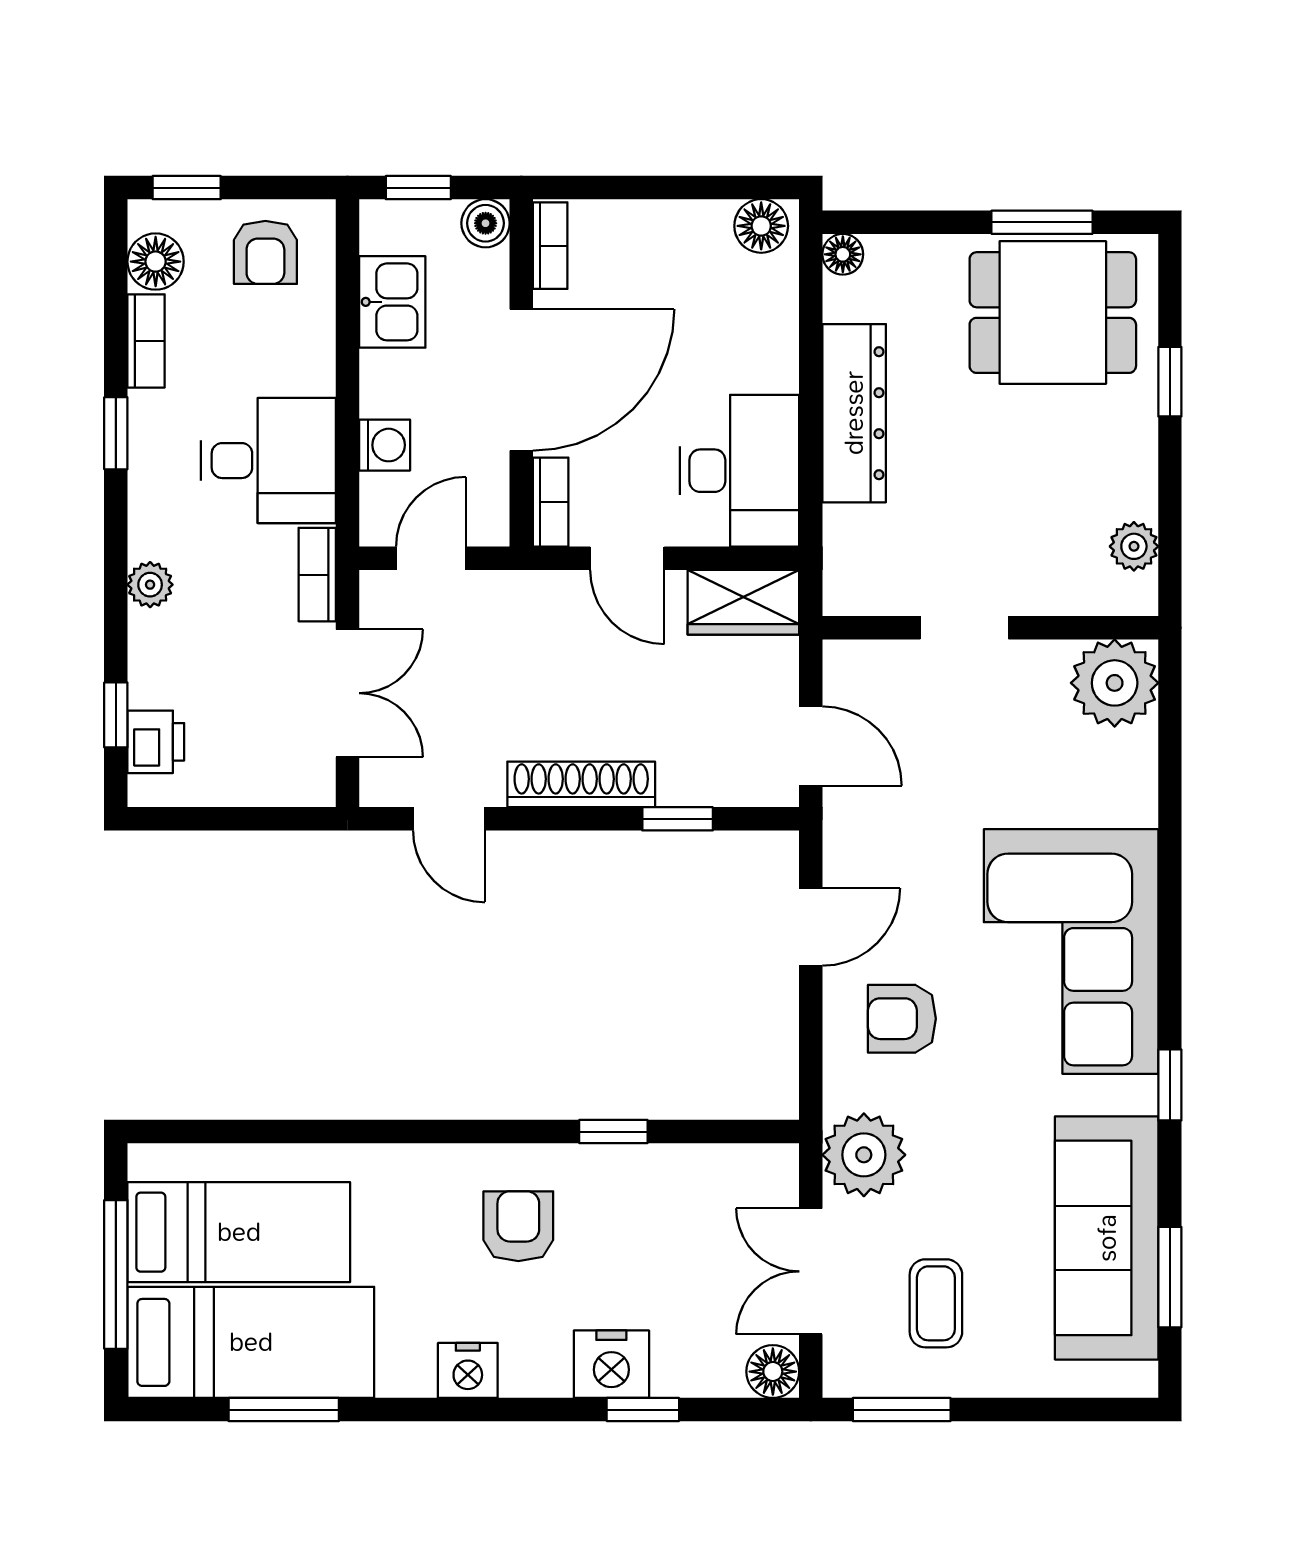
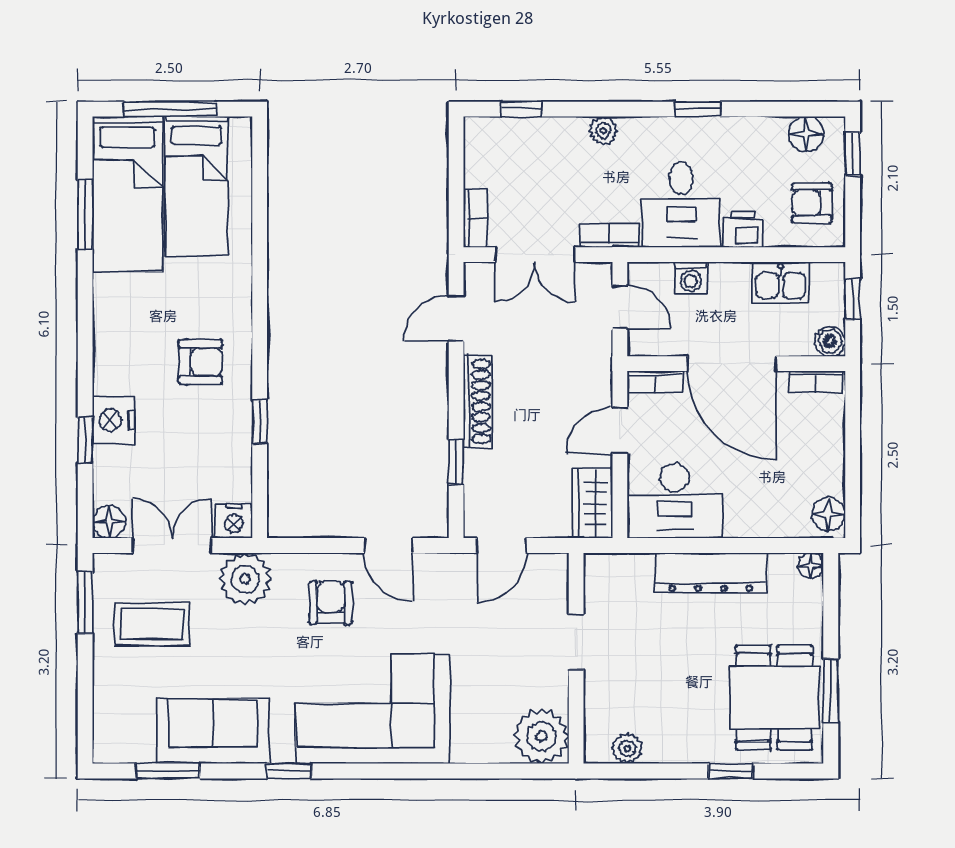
bookcase: (146, 341) -> (475, 218), moved, turned -90
printer: (156, 742) -> (743, 229), moved, turned 180
sofa: (1107, 1238) -> (213, 731), width x0.73
coffee table: (936, 1303) -> (152, 624), width x1.36, depth x1.30
nightstand: (468, 1370) -> (234, 521), moved, turned -90

